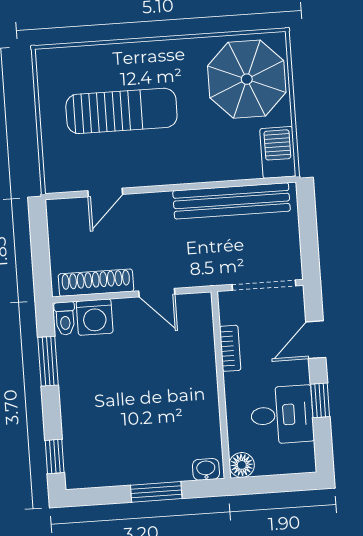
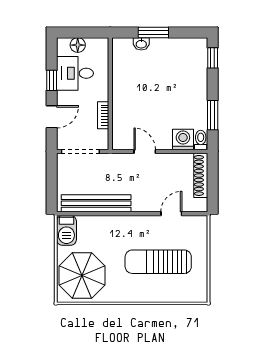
shoe rack: (96, 283) -> (201, 175), moved, turned 90
floor lamp: (242, 465) -> (78, 45), moved
washbasin: (206, 469) -> (141, 44), moved

